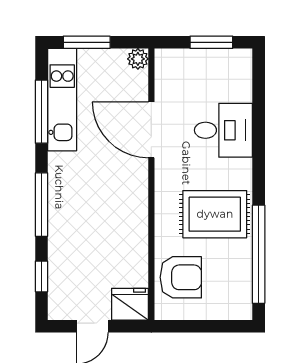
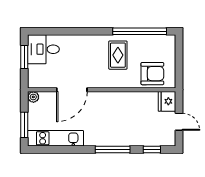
window: (42, 112) -> (62, 149), removed
desk: (223, 130) -> (43, 49), moved, turned -90
rug: (215, 214) -> (118, 55), width x0.73, depth x0.70
armchair: (181, 277) -> (152, 74), turned 90

